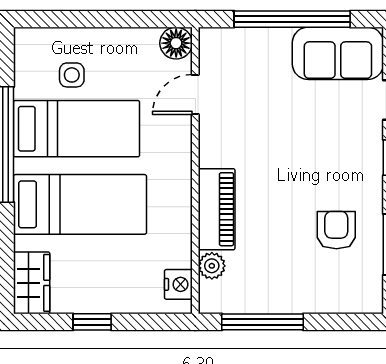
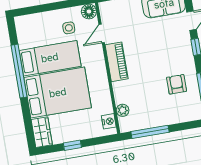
side table: (72, 75) -> (69, 28), moved
bed: (80, 204) -> (58, 93), width x1.50
piano: (217, 209) -> (117, 62), moved

